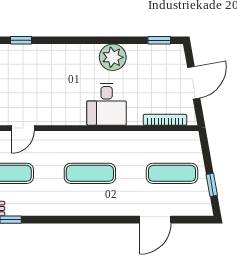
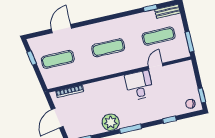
window: (84, 40) -> (131, 129), added
desk: (107, 104) -> (139, 85), moved

